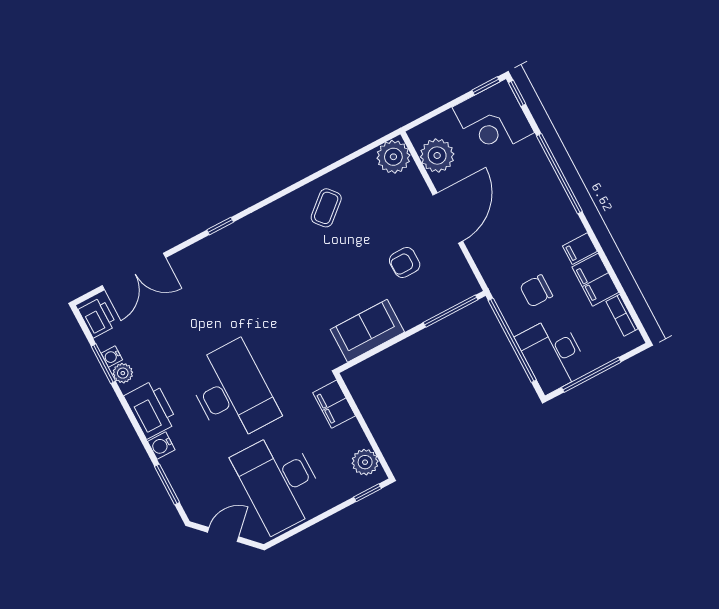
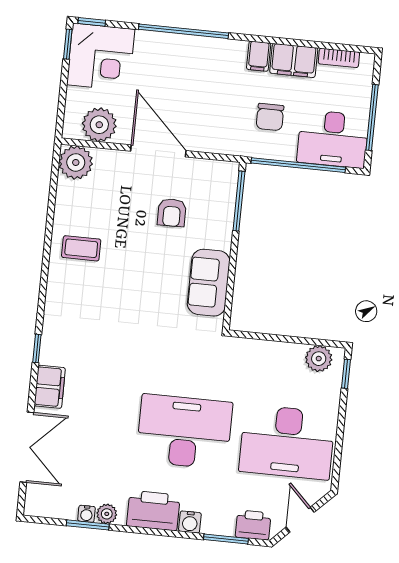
coffee table: (326, 208) -> (81, 248), turned -49
printer: (98, 318) -> (253, 525), moved
filing cabinet: (334, 404) -> (50, 387), moved, turned -90

